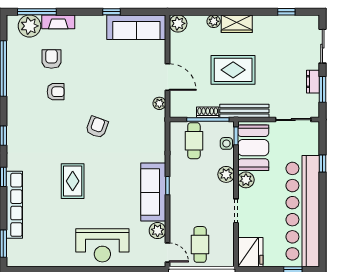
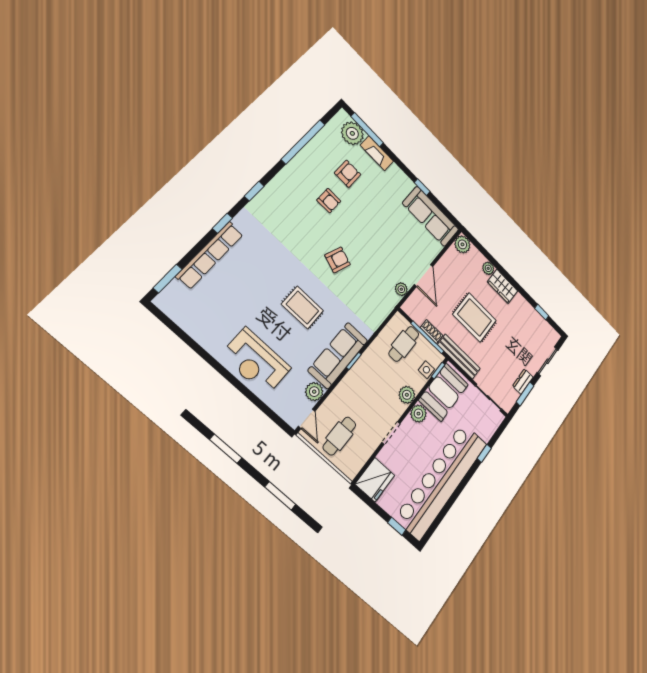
rug: (73, 181) -> (302, 307), moved, turned 90

